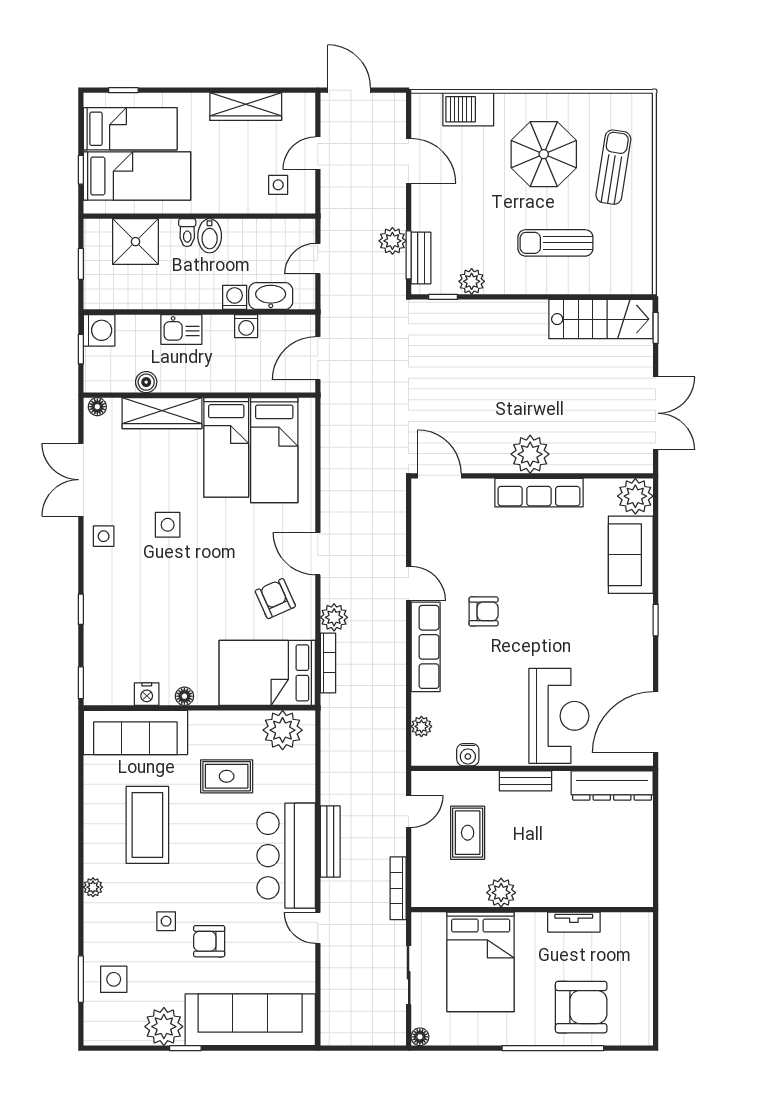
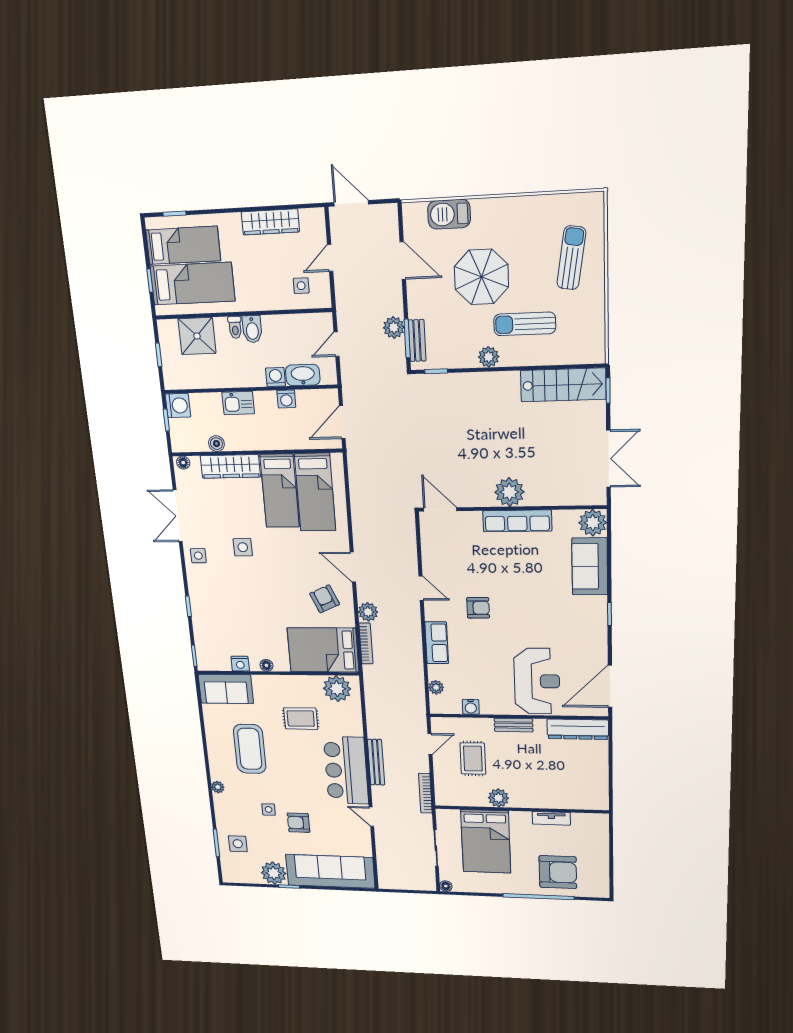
parasol: (544, 154) -> (481, 277), moved
plant: (472, 281) -> (489, 357), moved
row of seats: (426, 647) -> (437, 643), width x0.68
sofa: (135, 733) -> (226, 689), width x0.73

